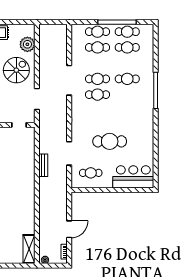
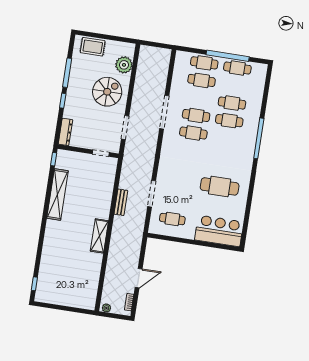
cafe table: (127, 47) -> (232, 103), moved
cafe table: (110, 141) -> (220, 186), moved
shelving: (29, 249) -> (99, 236), moved

